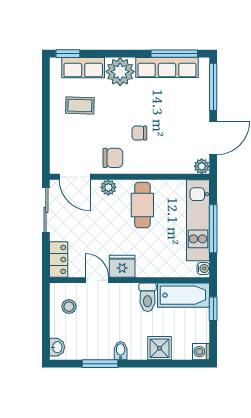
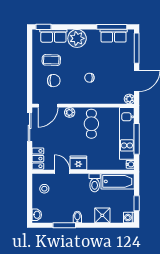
row of seats: (167, 68) -> (114, 36), width x0.68
chair: (113, 158) -> (54, 81), moved
door: (75, 177) -> (48, 106), hinge flipped
window: (213, 309) -> (137, 203), moved

